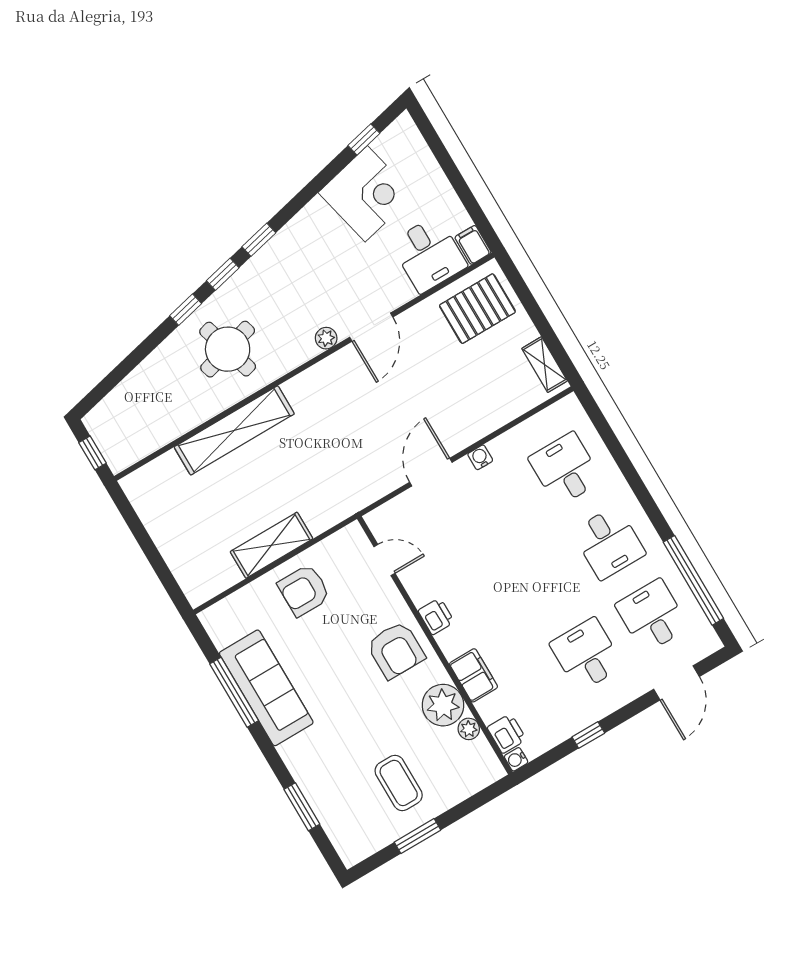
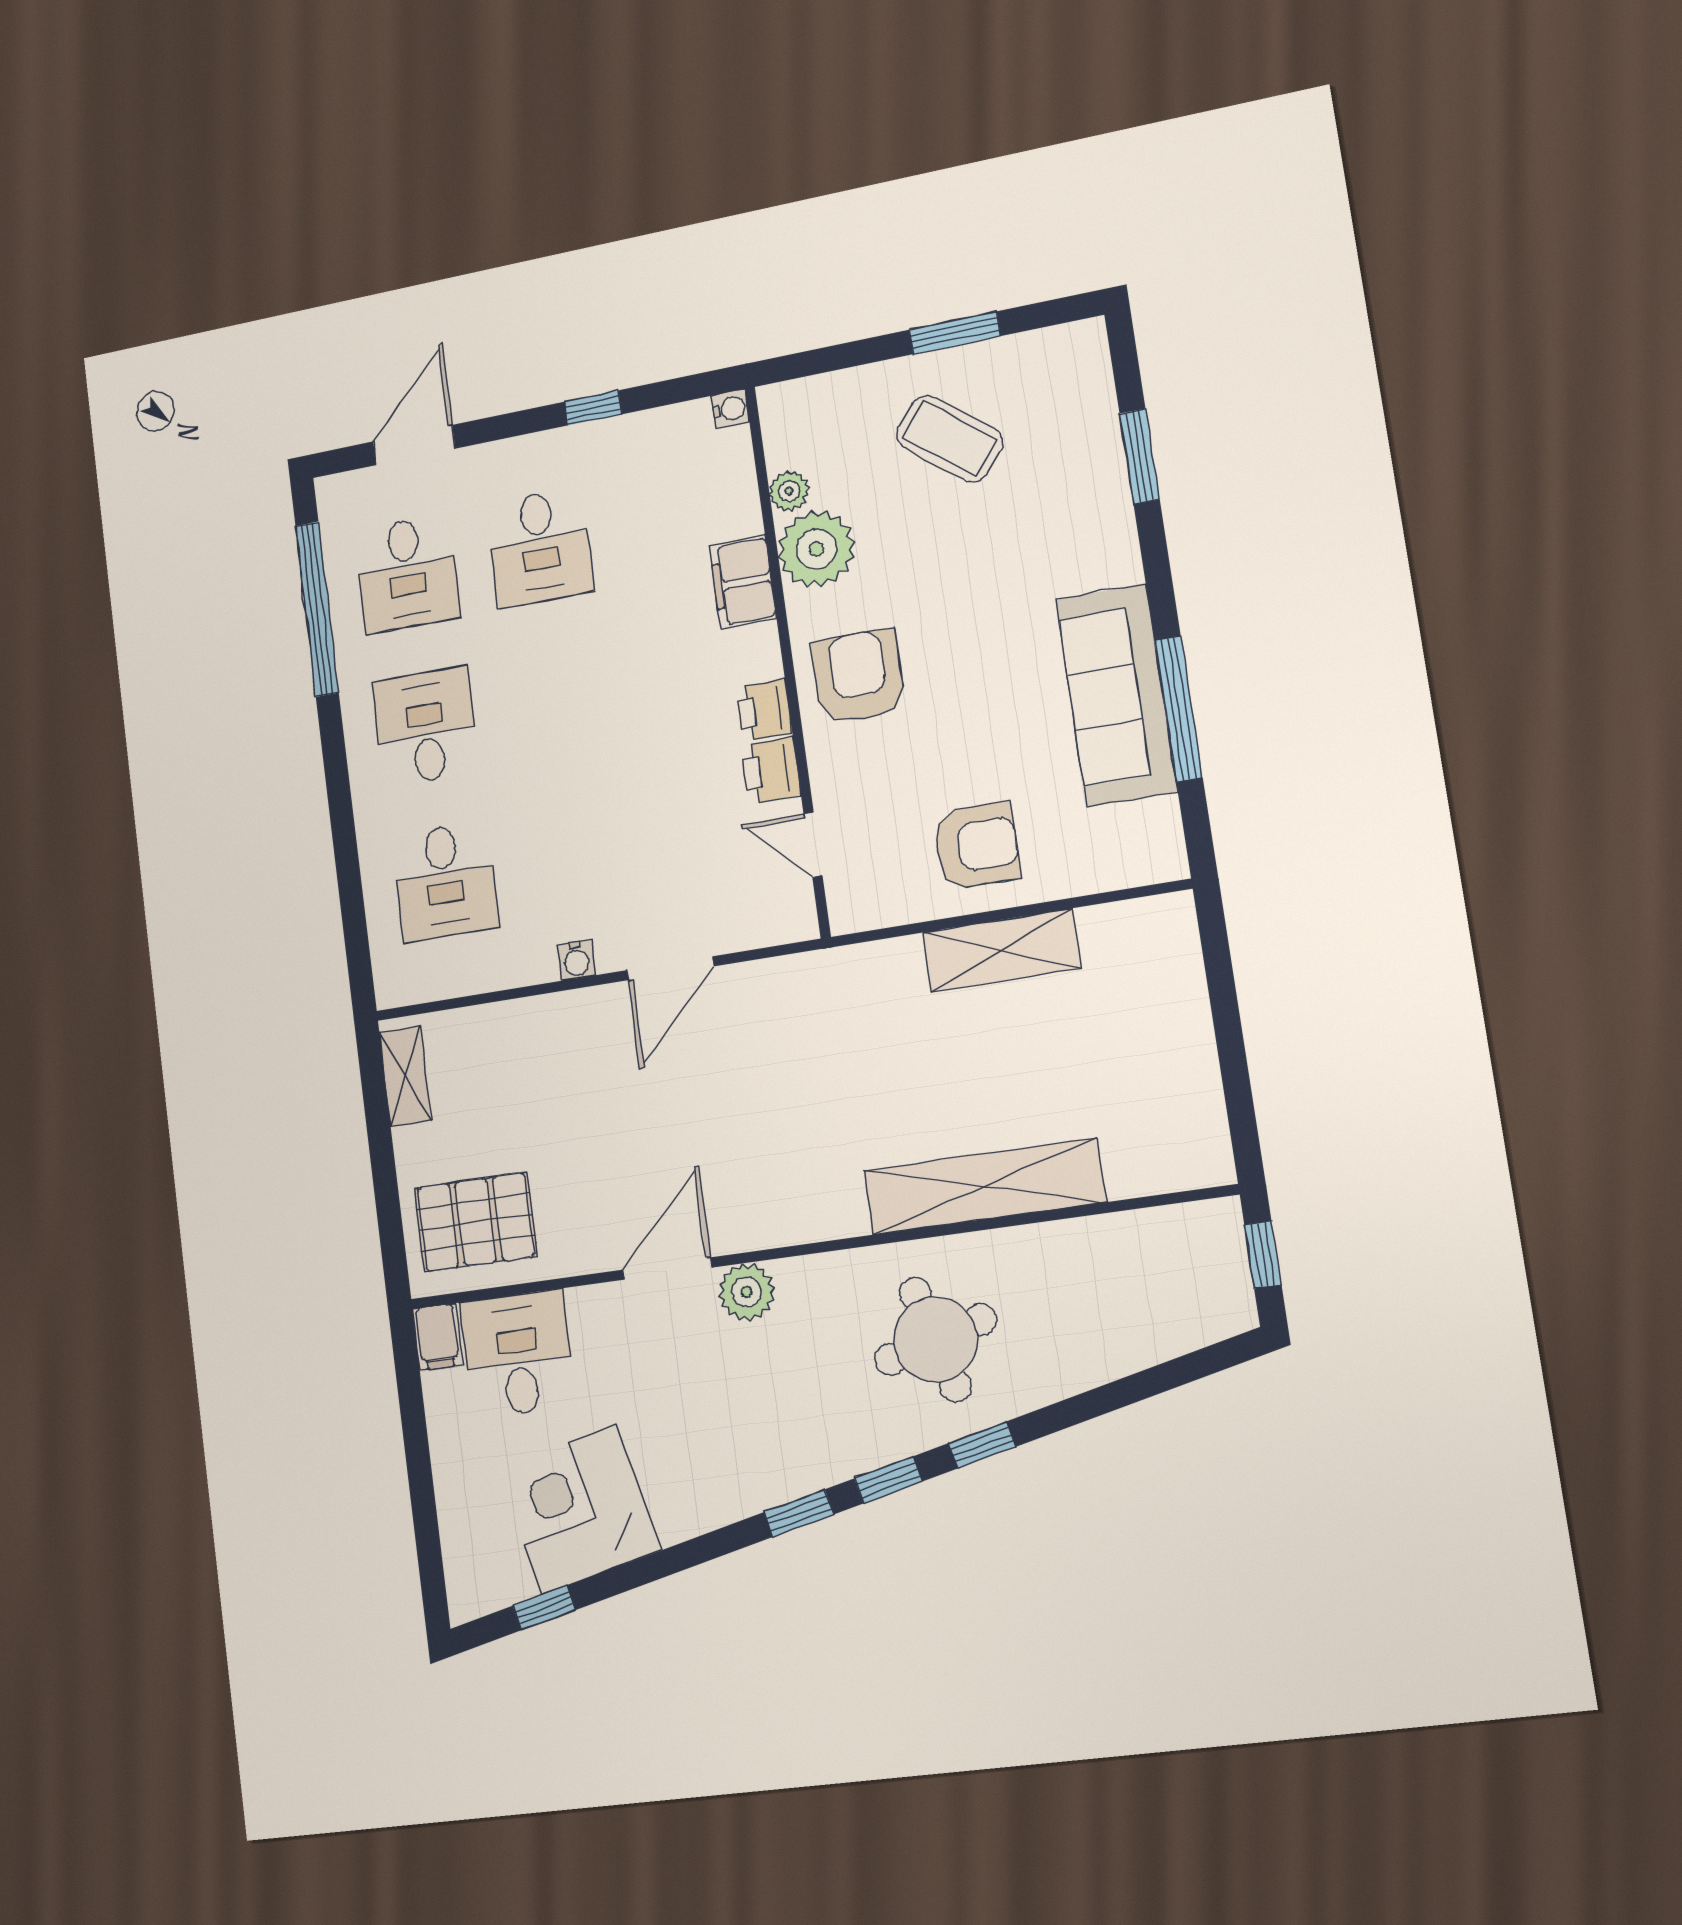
plant: (326, 338) -> (747, 1292), width x1.38, depth x1.38
printer: (507, 734) -> (771, 771), moved
coffee table: (399, 783) -> (949, 439), turned -51

